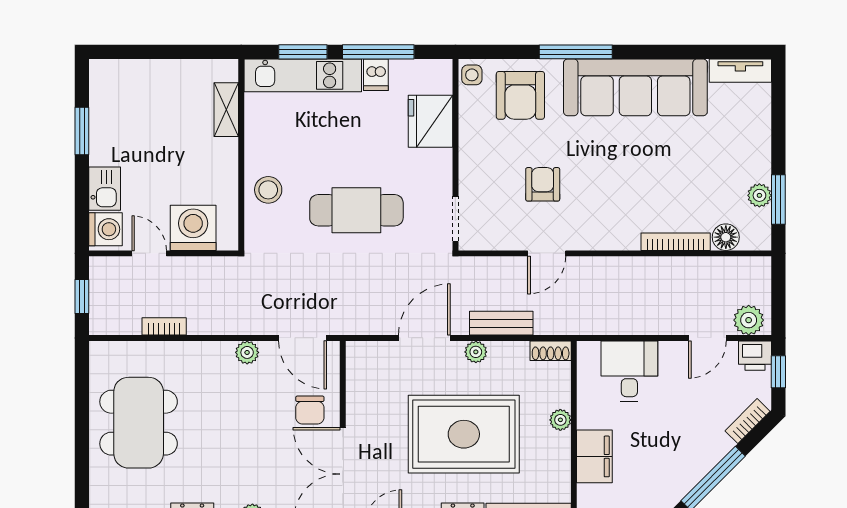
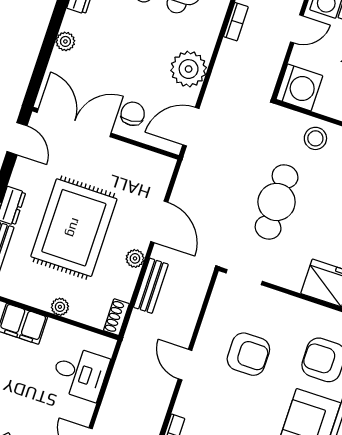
armchair: (543, 184) -> (248, 354), width x1.38, depth x1.38
washing machine: (193, 228) -> (299, 88), moved
door: (547, 253) -> (185, 365), moved
plant: (247, 352) -> (189, 69), width x1.88, depth x1.88
chair: (310, 410) -> (133, 114), turned 83

